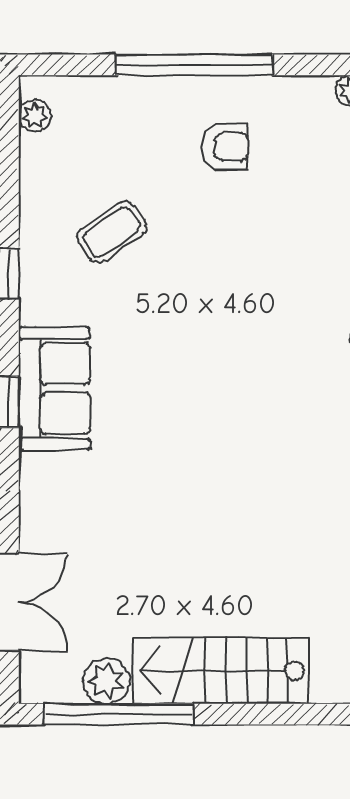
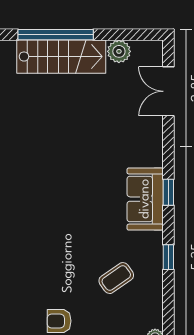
window: (119, 714) -> (56, 35), moved

